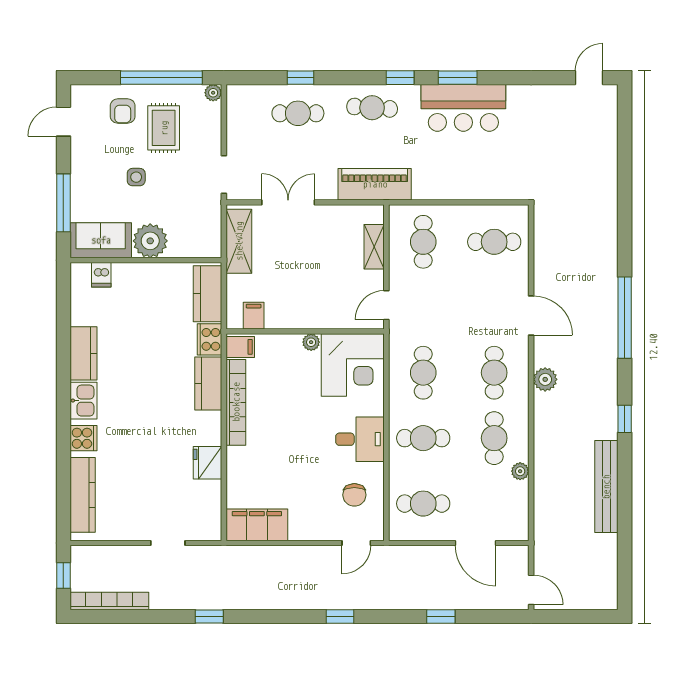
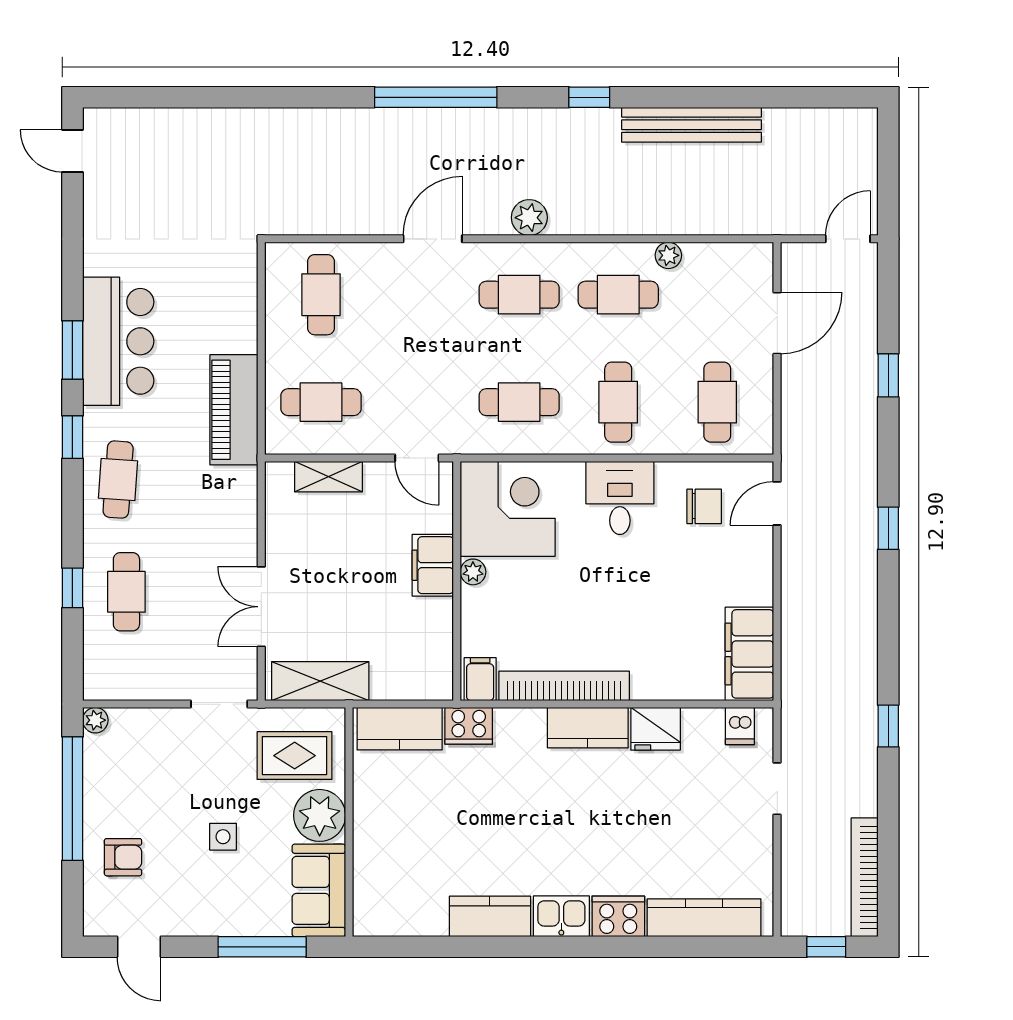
rug: (164, 128) -> (295, 756), moved
piano: (375, 184) -> (234, 410), moved
dishwasher: (101, 275) -> (740, 726), moved, turned 90
filing cabinet: (254, 316) -> (433, 565), moved, width x2.00
kitchen counter: (208, 384) -> (588, 728), moved
cooker: (84, 438) -> (618, 916), width x1.36
door: (356, 543) -> (777, 503), swing flipped

